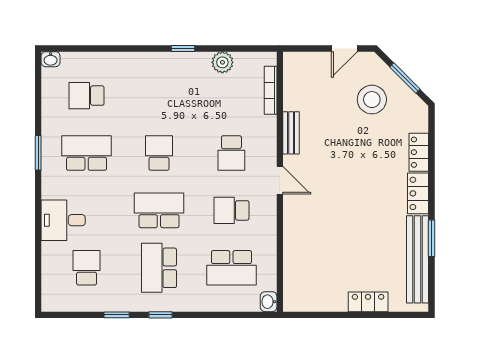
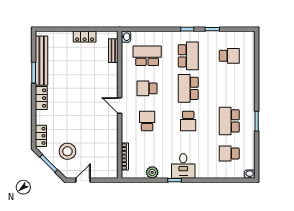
school desk: (87, 96) -> (229, 154), turned 180
bench: (291, 133) -> (113, 51), moved
locker: (419, 152) -> (41, 136), moved
school desk: (87, 153) -> (229, 121), turned 90
school desk: (159, 210) -> (188, 88), turned 90
school desk: (231, 210) -> (147, 88), turned 180
desk: (63, 220) -> (183, 166), moved, turned 90
school desk: (87, 268) -> (229, 56), turned -90
locker: (368, 302) -> (85, 37), moved

